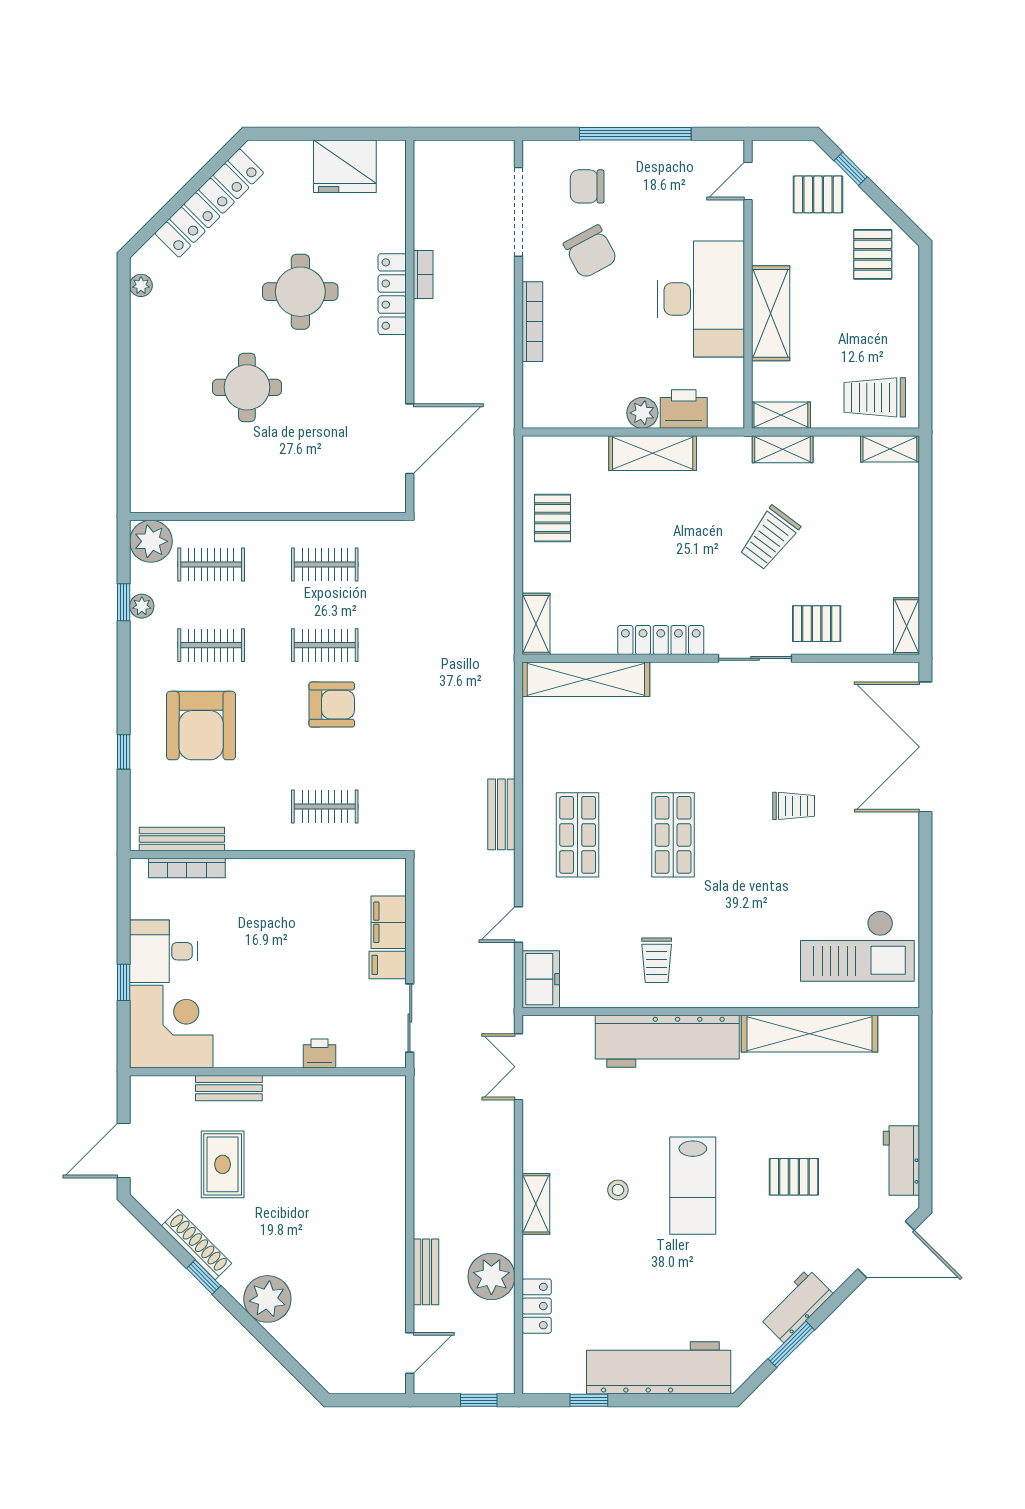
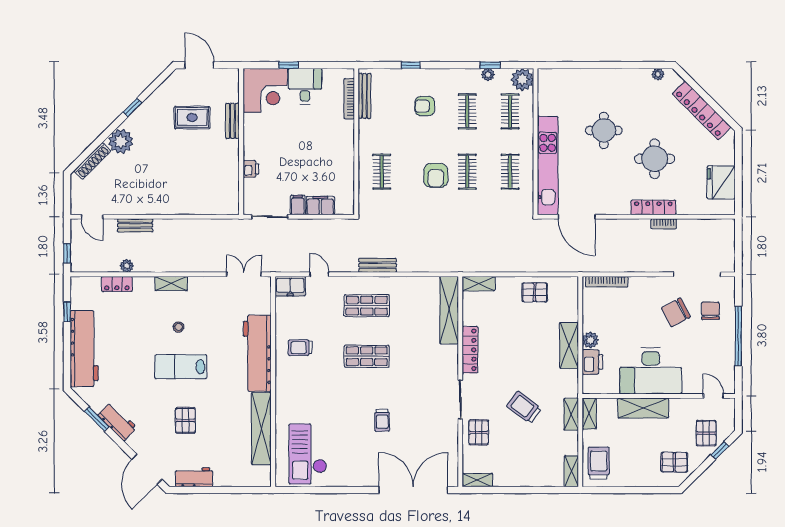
bookcase: (532, 322) -> (607, 282), moved
kitchen unit: (313, 494) -> (548, 166), added
armchair: (201, 726) -> (425, 106), width x0.53, depth x0.53
shoe rack: (196, 1245) -> (92, 161), moved
plant: (491, 1276) -> (127, 266), width x0.53, depth x0.53

